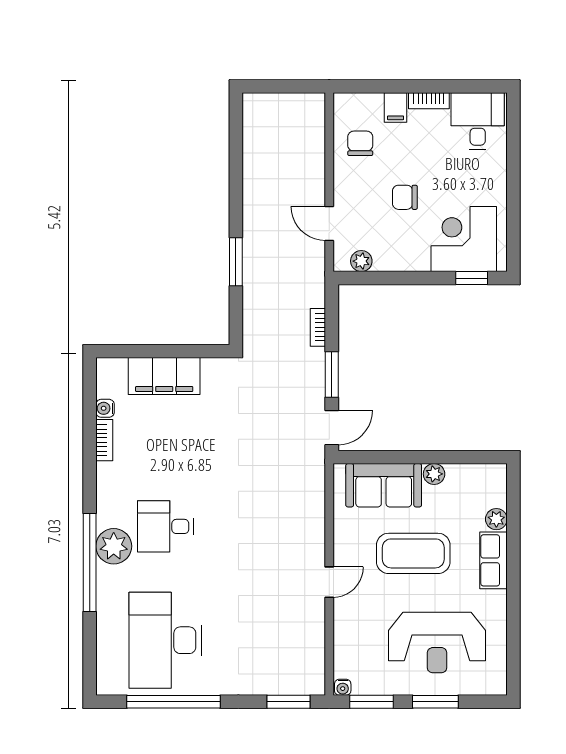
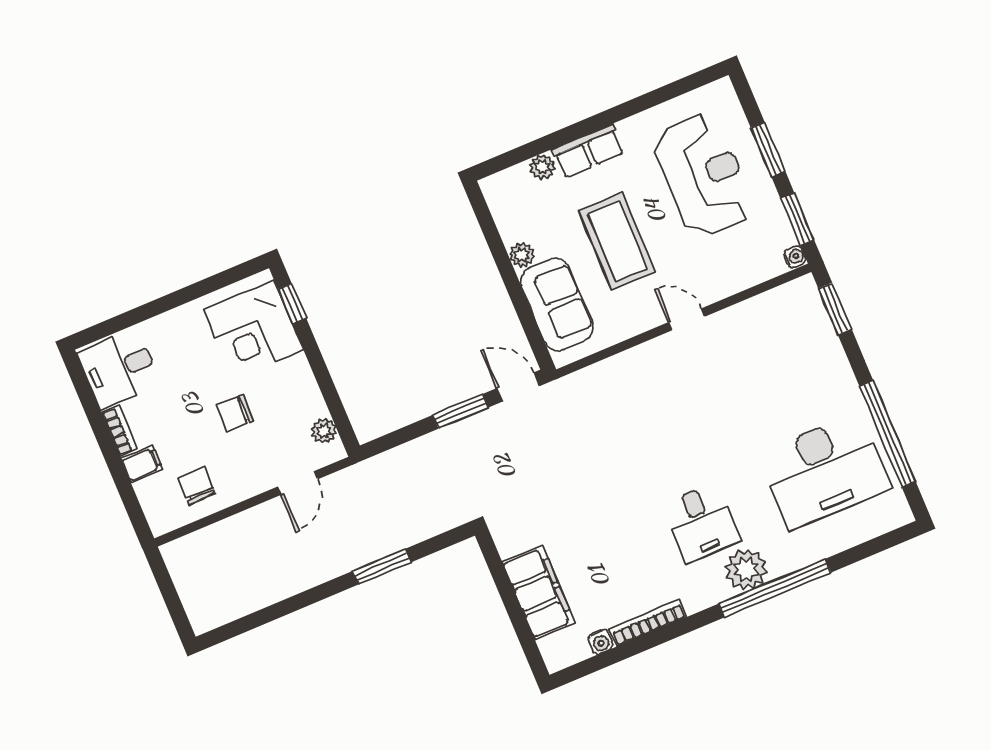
chair: (360, 143) -> (197, 486), turned 90
chair: (405, 197) -> (235, 413), turned 92
bookcase: (318, 327) -> (416, 448), removed
bookcase: (104, 440) -> (648, 623), width x1.56

